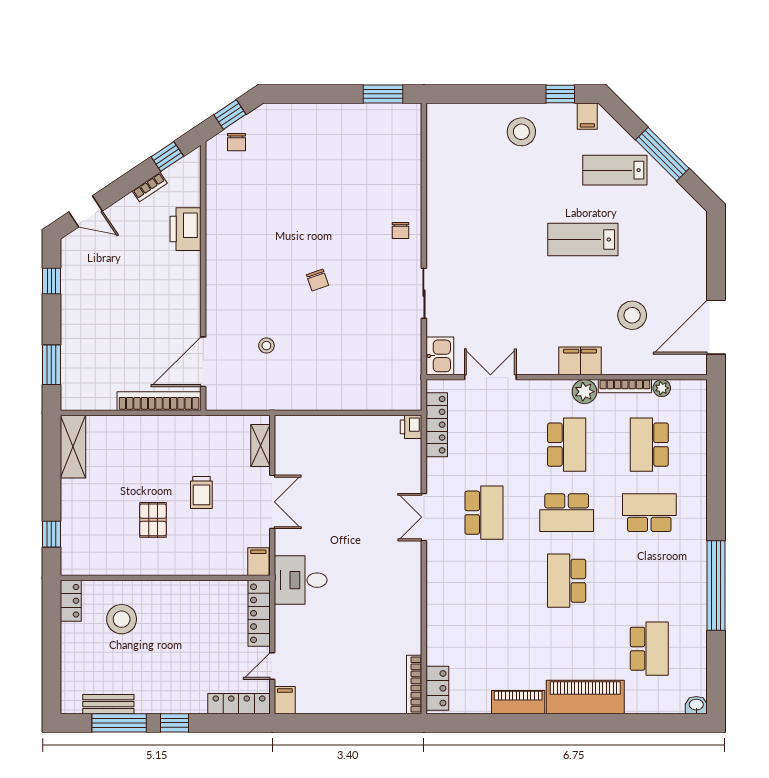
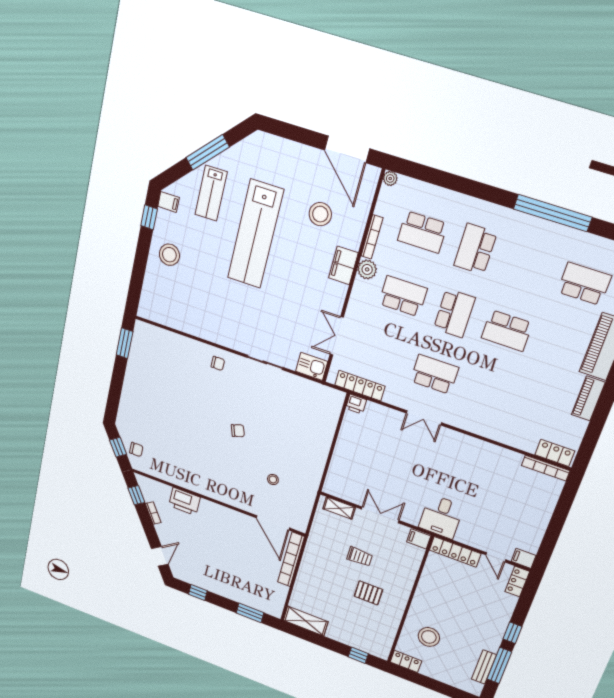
lab bench: (583, 240) -> (255, 234), width x1.86, depth x1.39
plant: (662, 388) -> (390, 178), moved
locker: (239, 704) -> (517, 582), width x0.66

